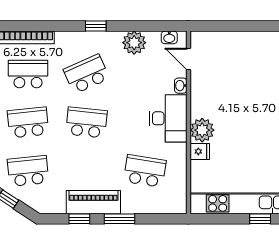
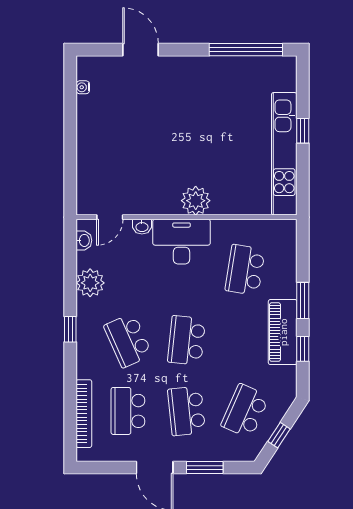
fridge: (200, 151) -> (222, 204), removed
school desk: (28, 171) -> (245, 411), turned 30

